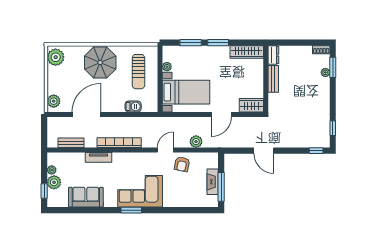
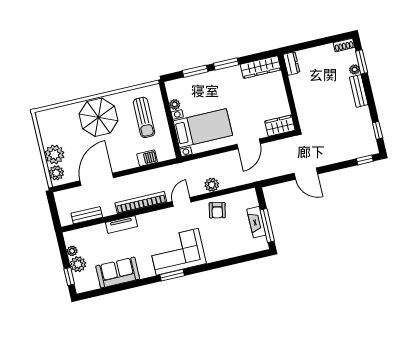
plant: (56, 57) -> (54, 154), moved
bench: (273, 79) -> (359, 91), moved
plant: (196, 142) -> (212, 185), moved
door: (165, 150) -> (182, 202), moved

